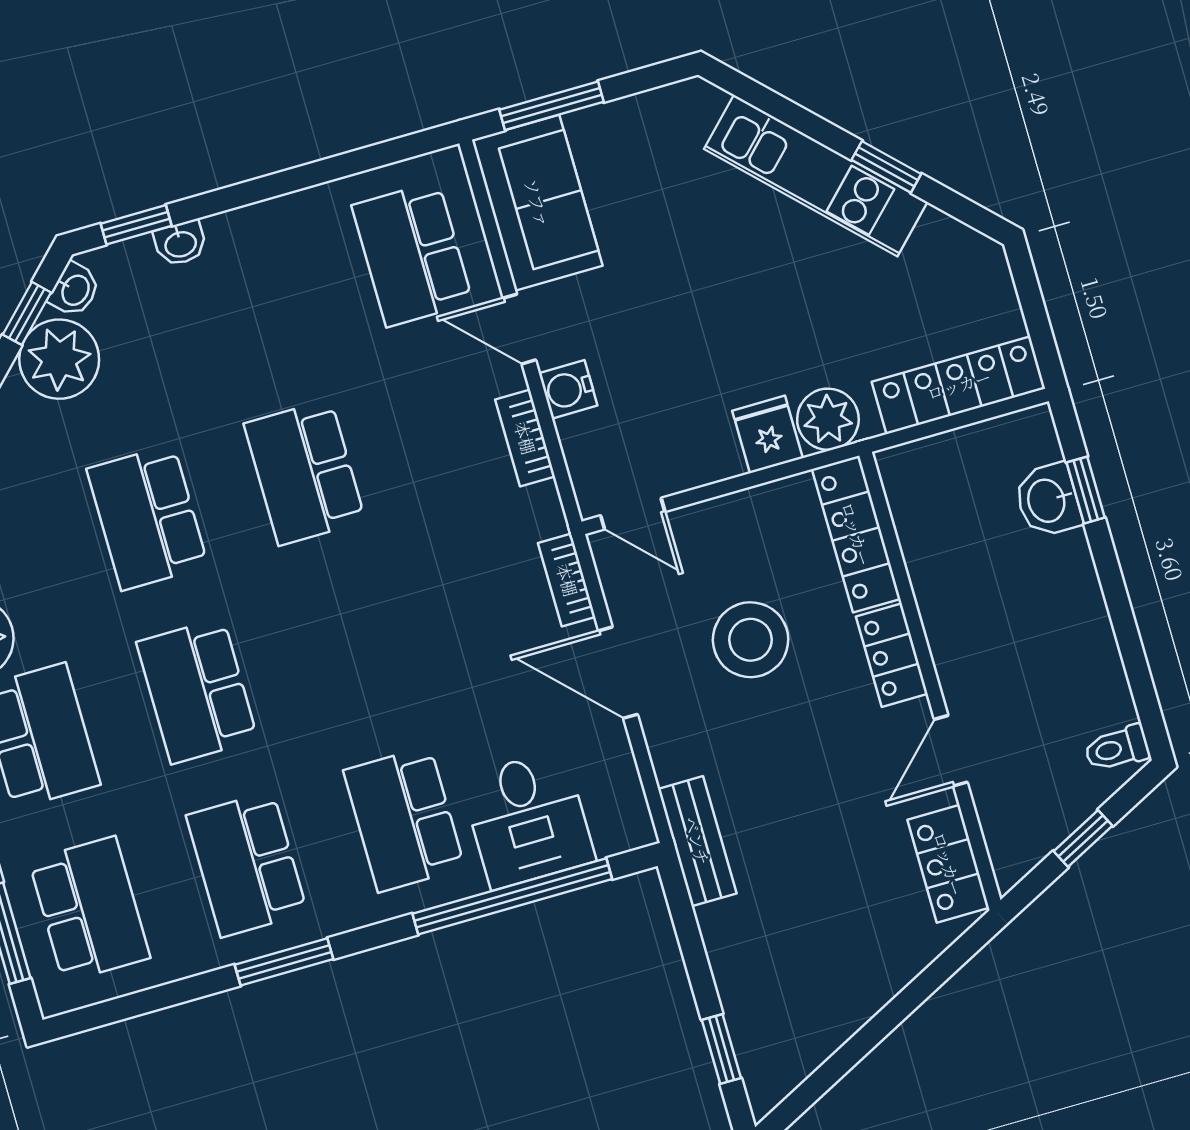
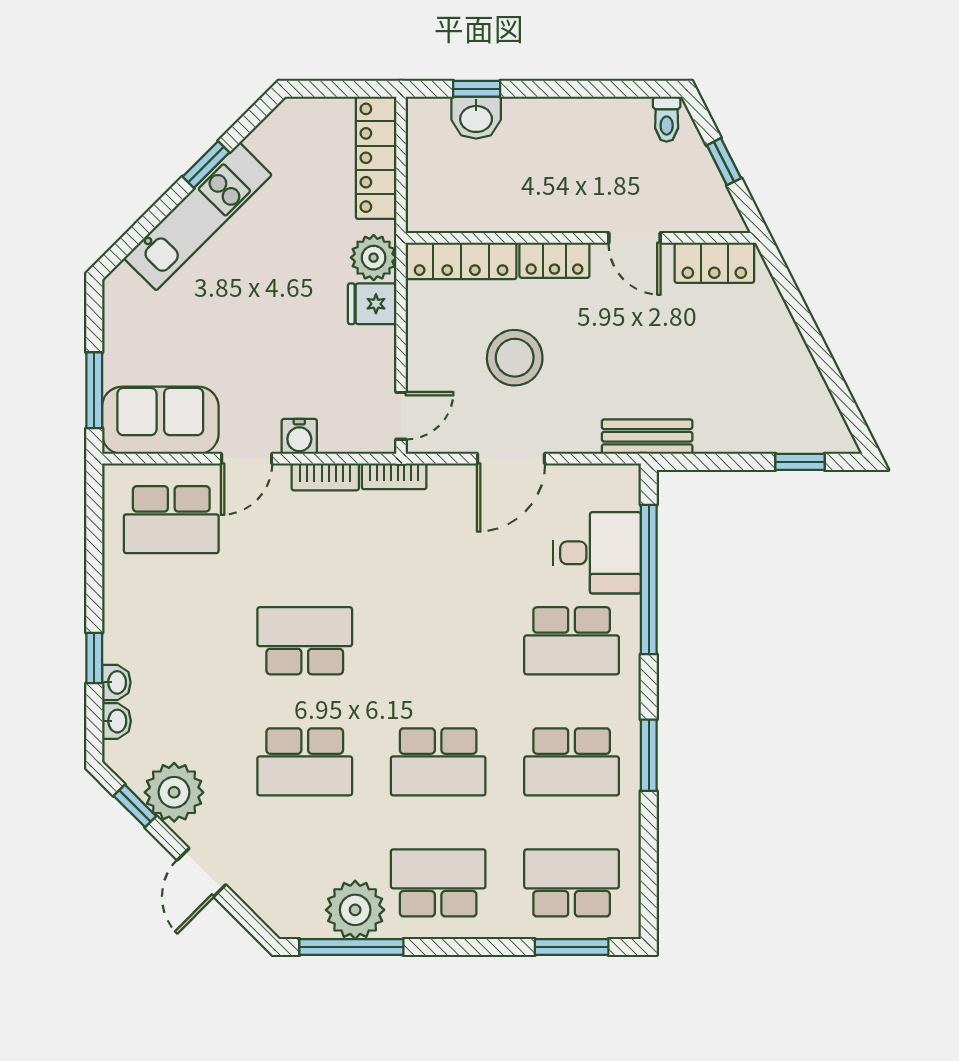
window: (136, 225) -> (94, 658), moved
washbasin: (74, 290) -> (116, 721), moved, turned 45
school desk: (305, 472) -> (305, 641), turned 180
bookcase: (567, 580) -> (394, 476), moved

